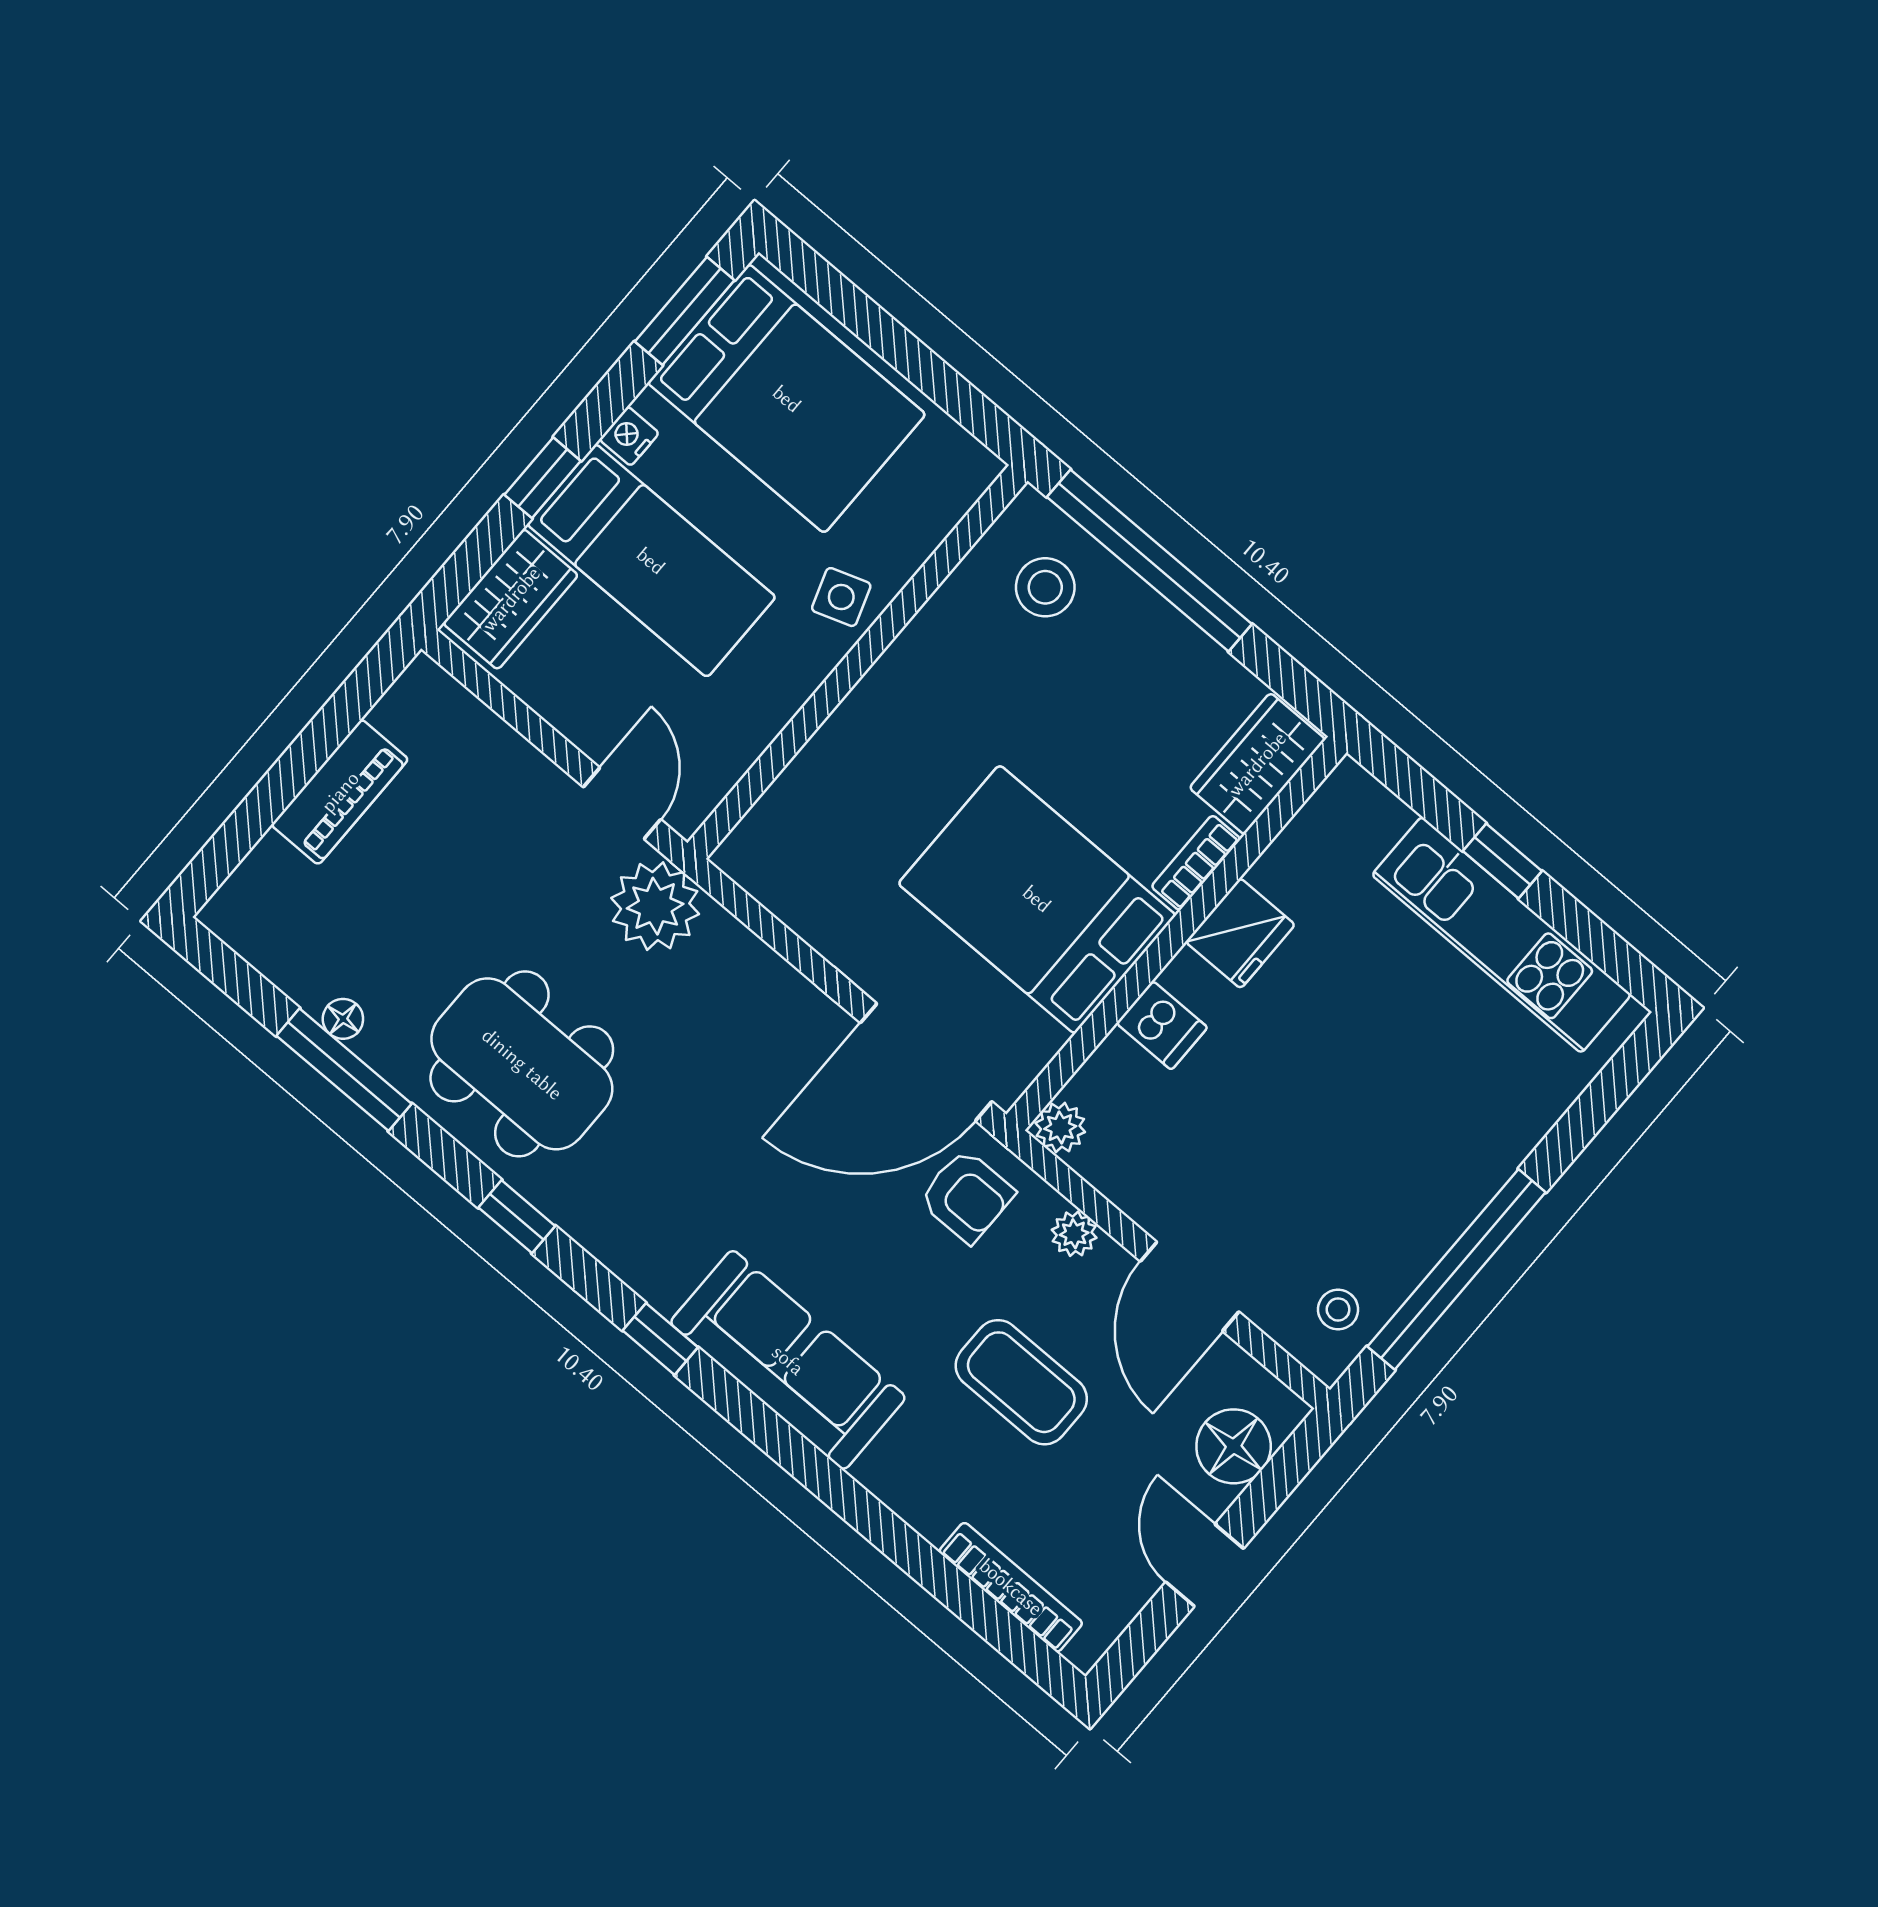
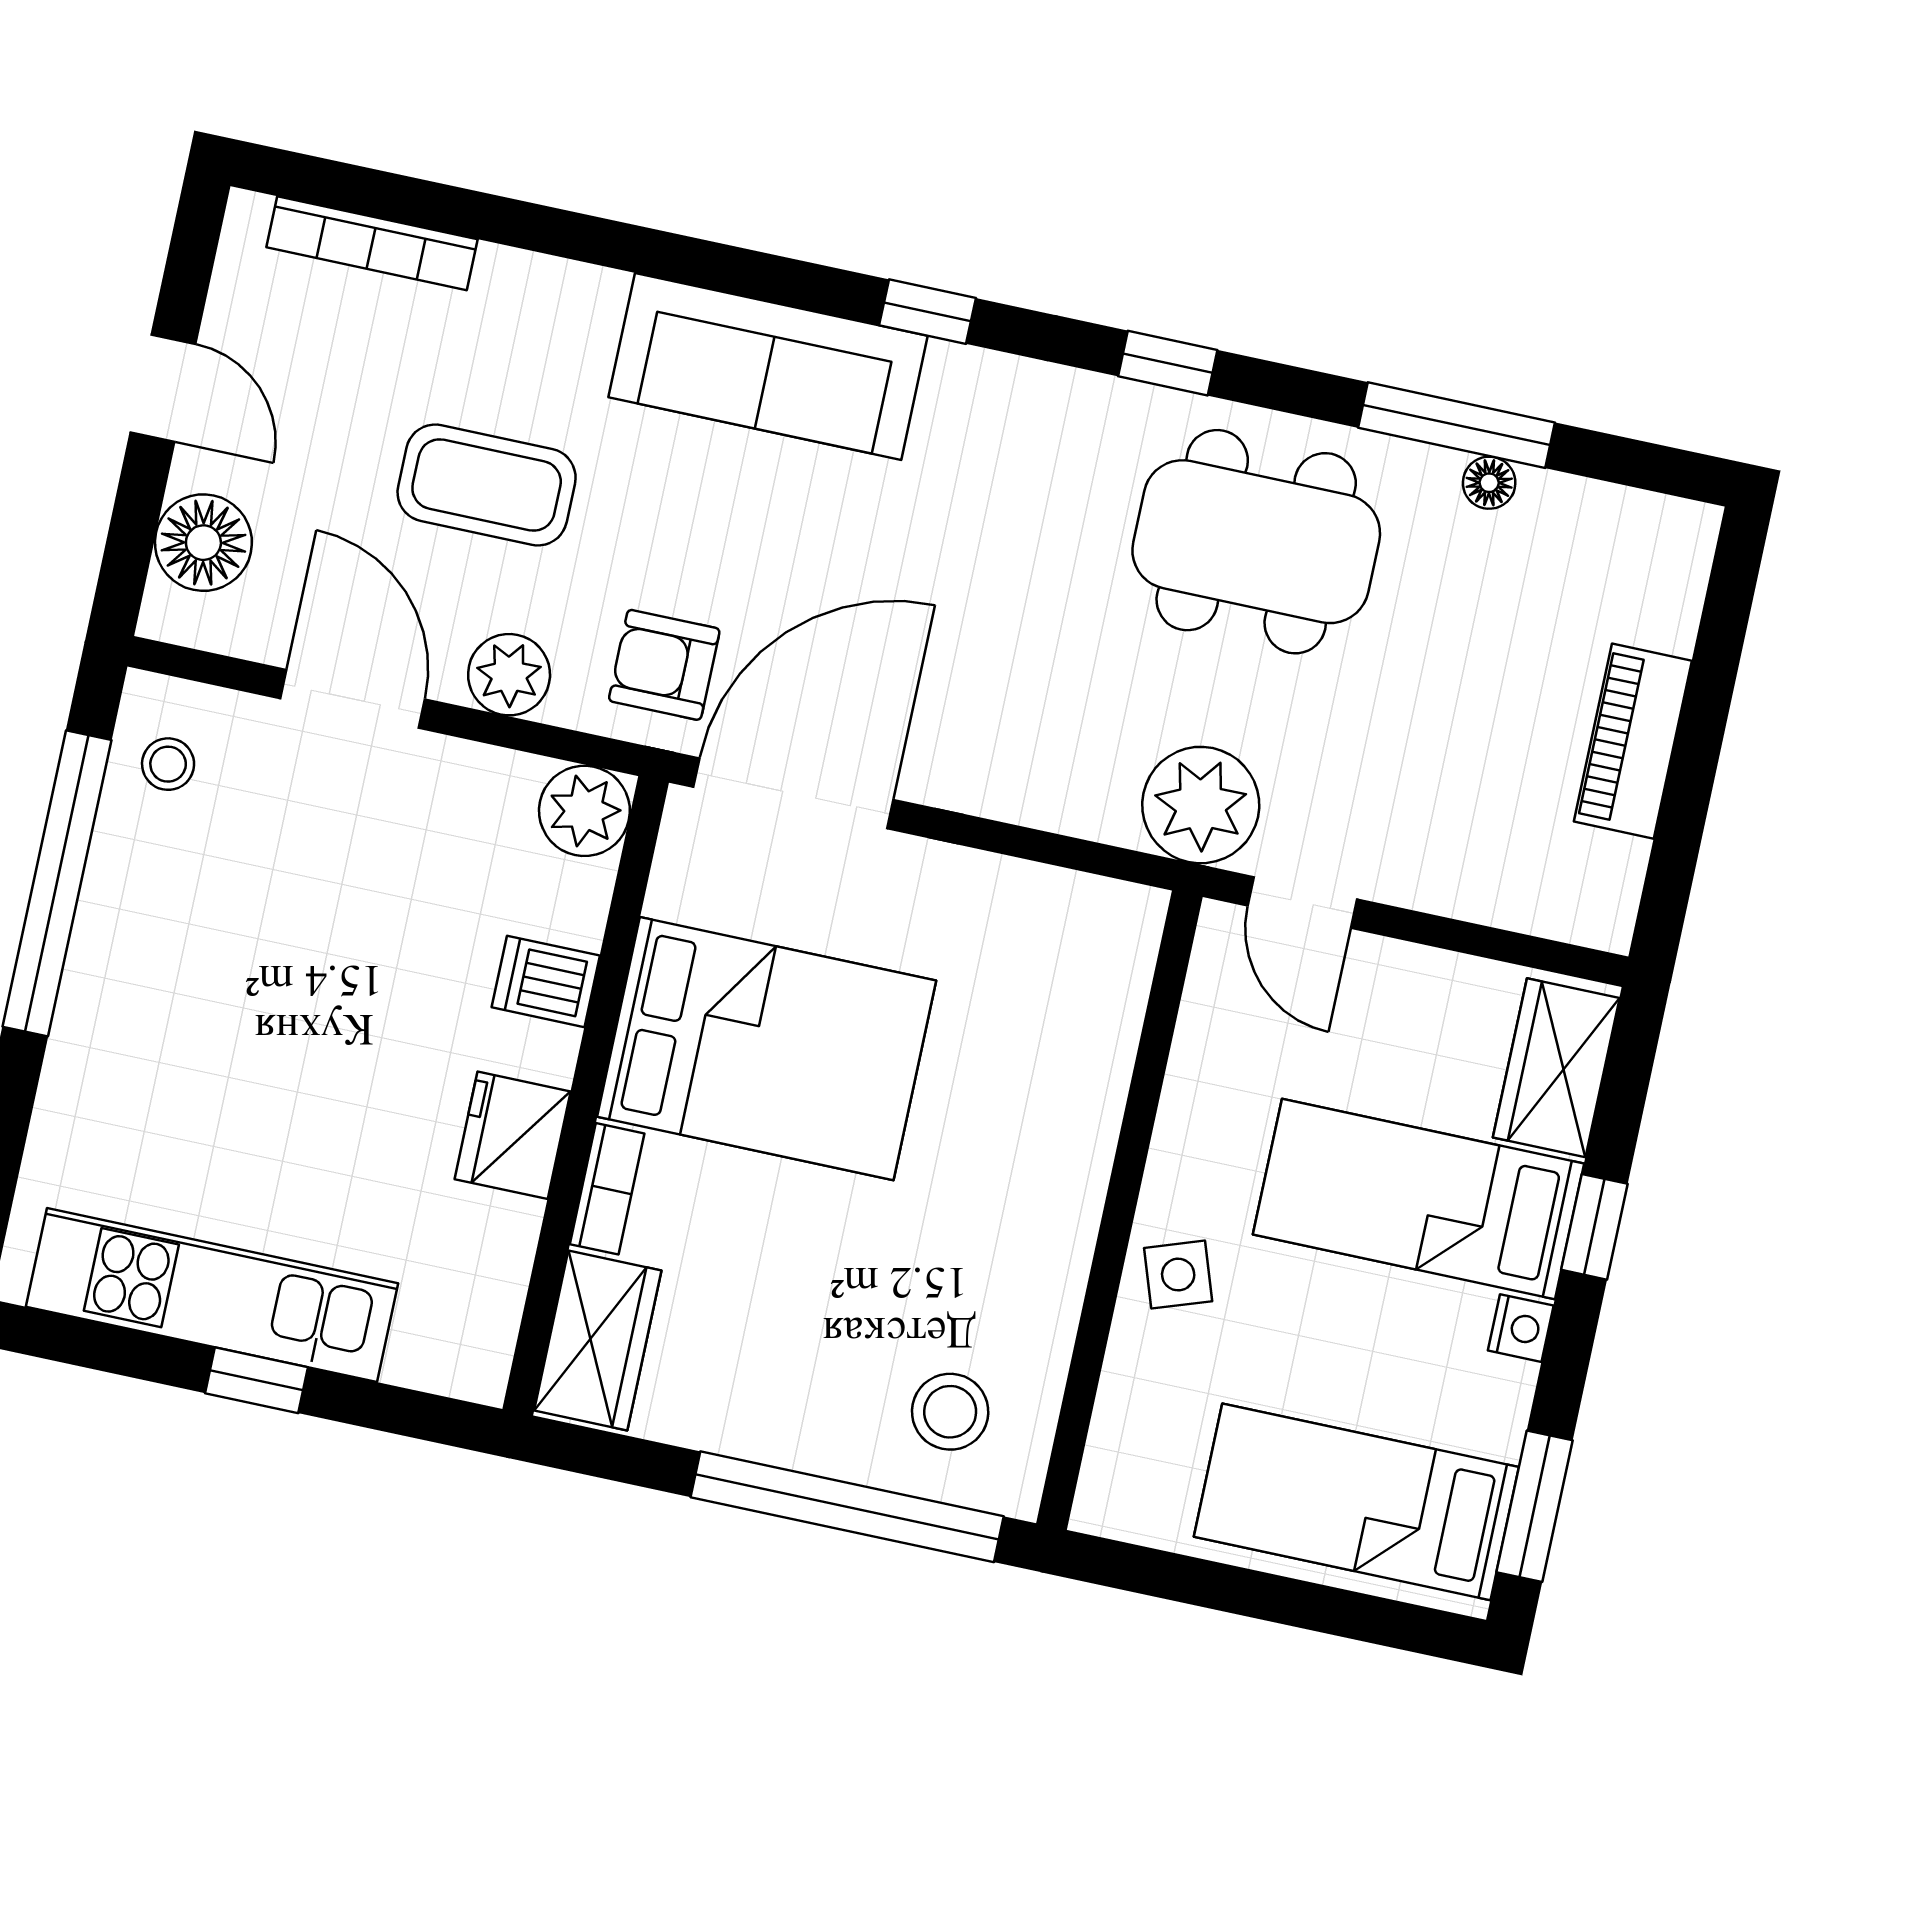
bed: (787, 399) -> (1356, 1502), width x0.67
plant: (1060, 1127) -> (584, 811), width x1.38, depth x1.38
plant: (1074, 1234) -> (509, 675), width x1.38, depth x1.38

